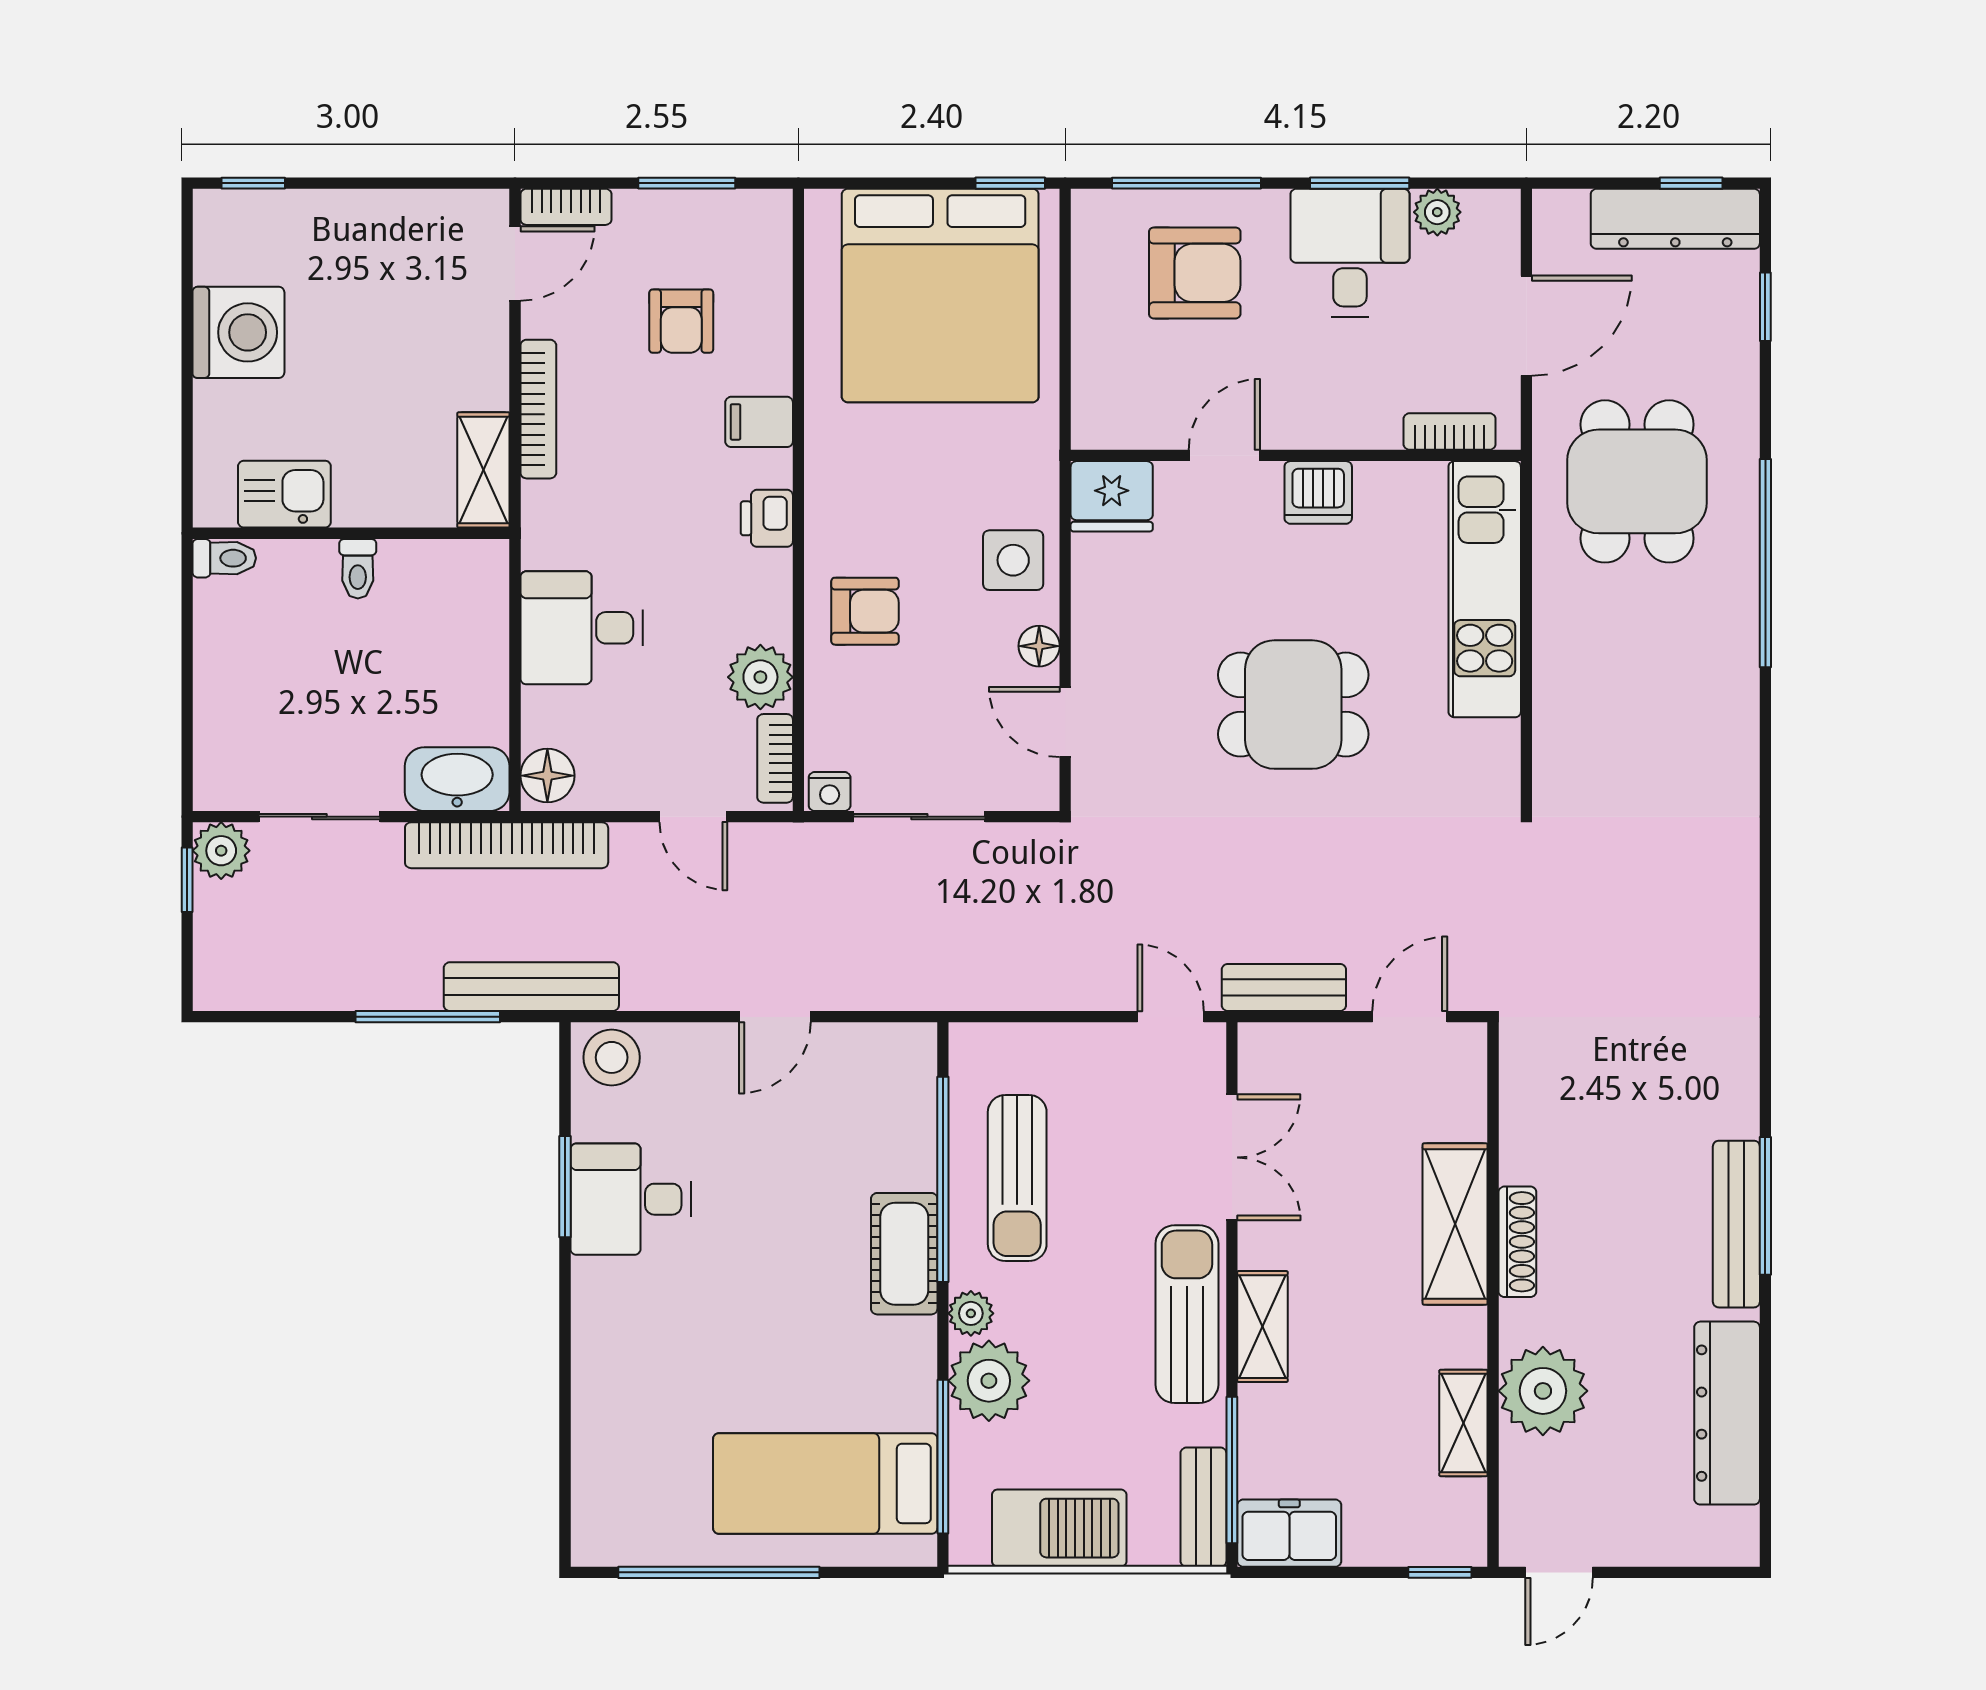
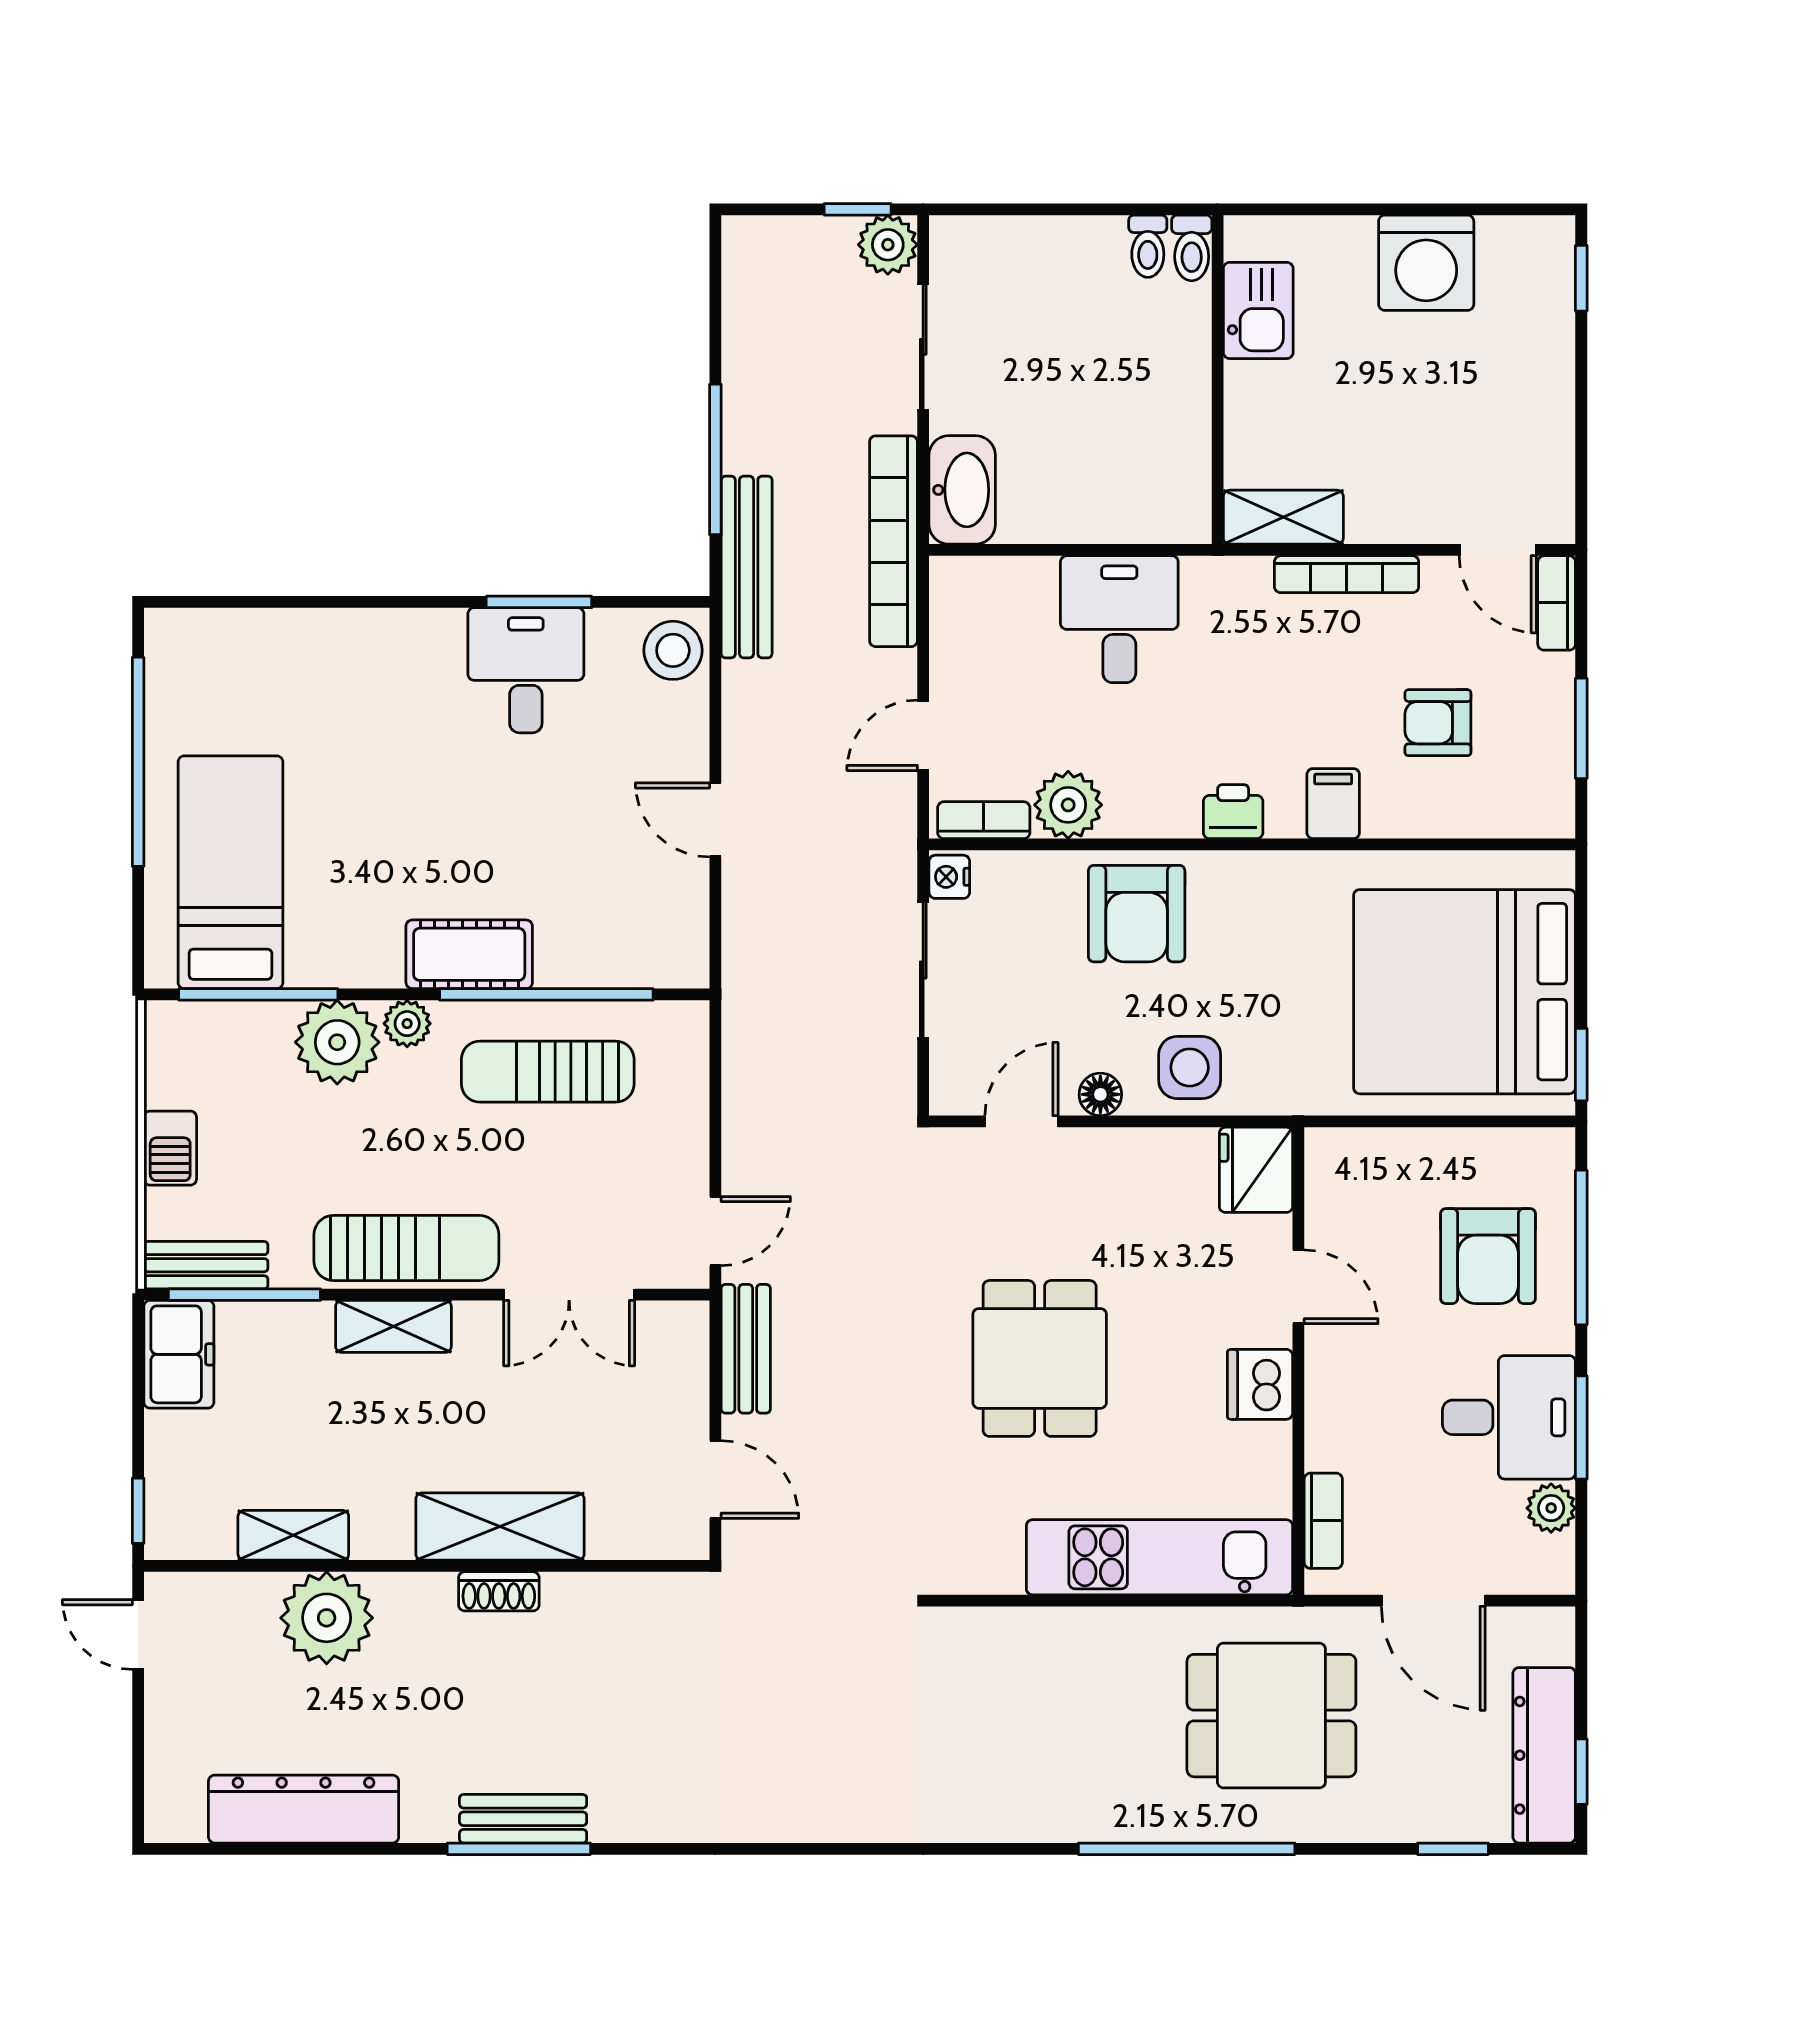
toilet: (358, 569) -> (1148, 246), moved, turned -90
armchair: (865, 611) -> (1137, 914), width x1.38, depth x1.38
floor lamp: (547, 776) -> (966, 584), removed
bench: (1736, 1224) -> (523, 1819), width x0.73
shoe rack: (1517, 1242) -> (499, 1591), width x0.70
barbecue: (1059, 1528) -> (170, 1148), width x0.53, depth x0.65

